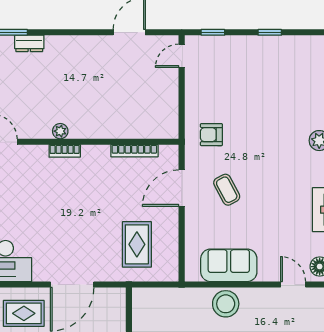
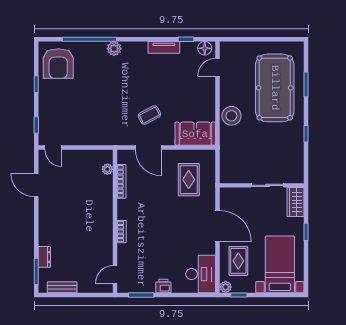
plant: (60, 131) -> (107, 169), moved
armchair: (211, 135) -> (58, 64), moved, width x1.88, depth x1.88
rug: (137, 244) -> (189, 180), turned 90
sofa: (229, 265) -> (195, 134), moved, turned 90

